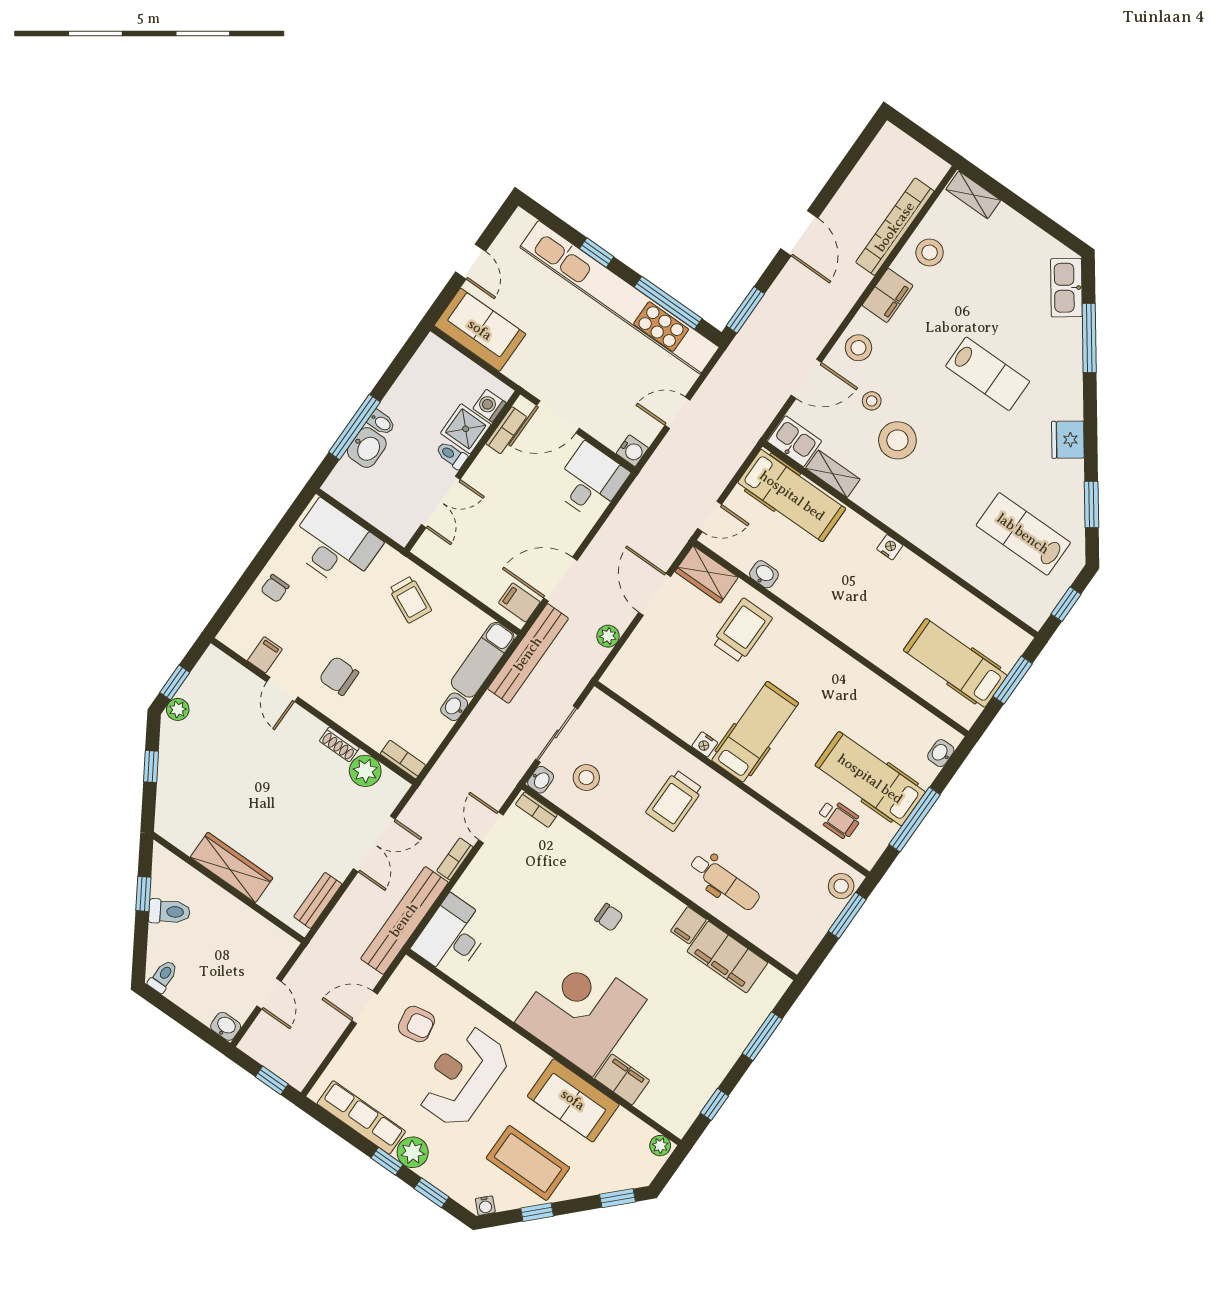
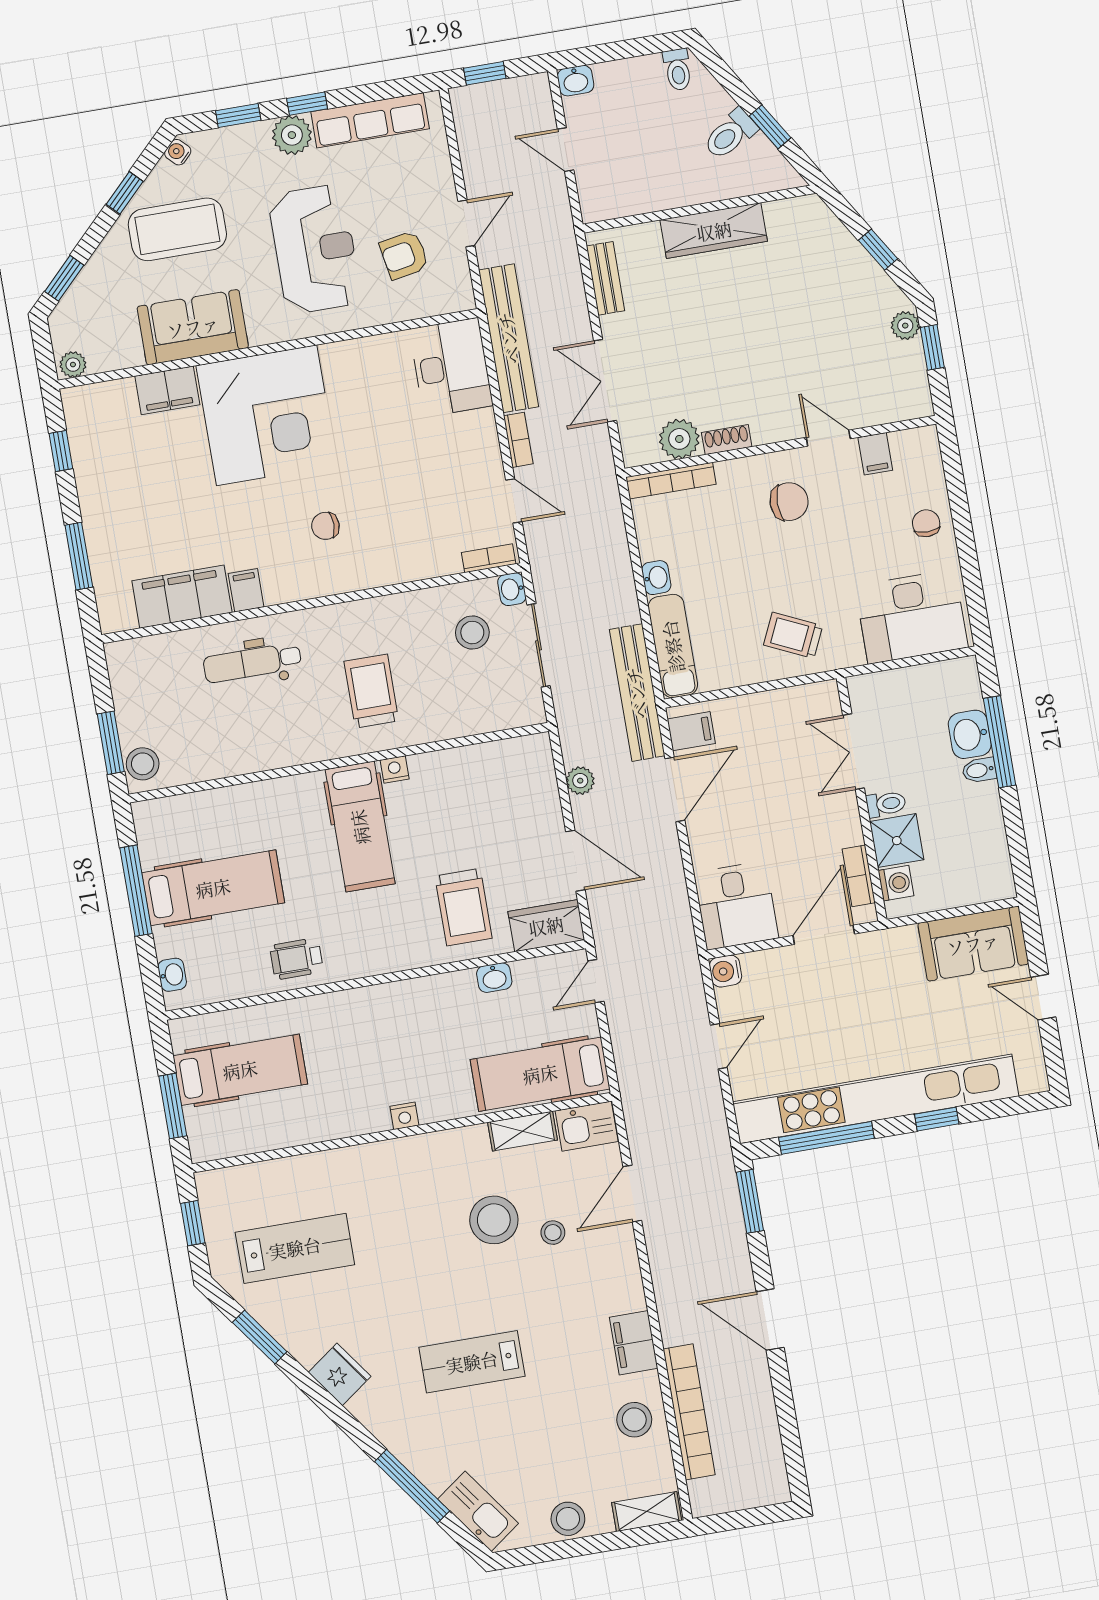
stool: (858, 348) -> (568, 1519), moved
bookcase: (403, 759) -> (671, 481), width x1.56
wheelchair: (838, 819) -> (297, 959), moved

